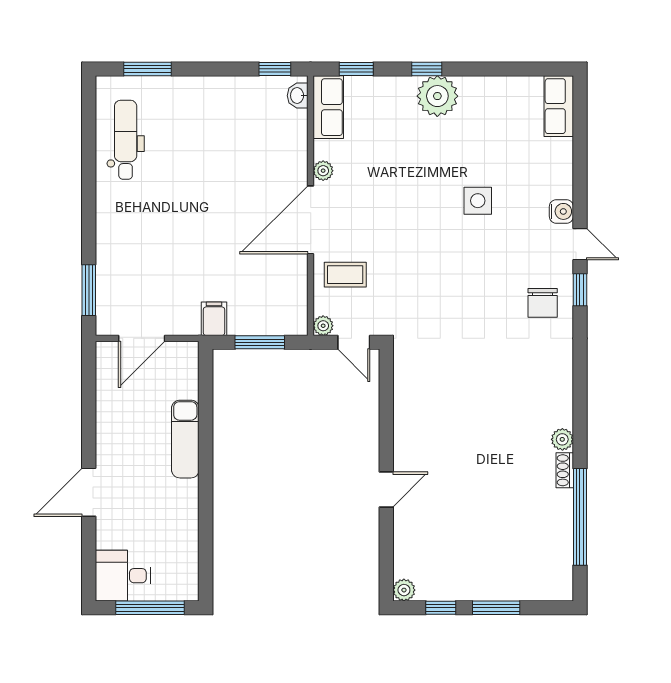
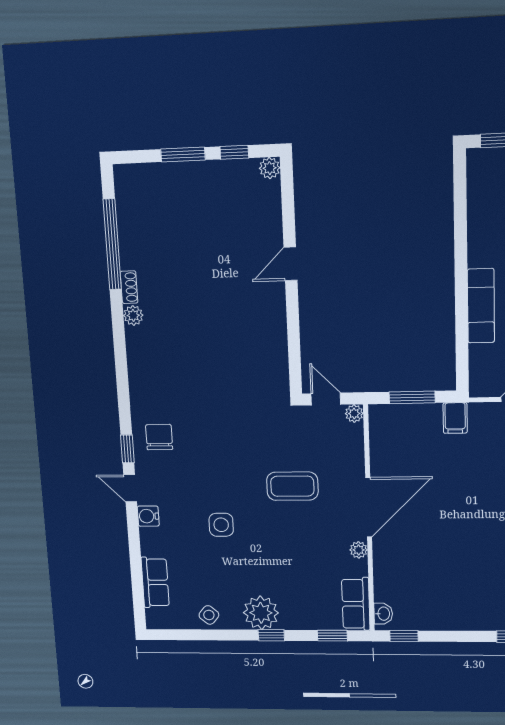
side table: (498, 93) -> (209, 615), added
row of seats: (559, 106) -> (155, 582), moved
coffee table: (345, 275) -> (292, 486), moved, width x1.36, depth x1.30

